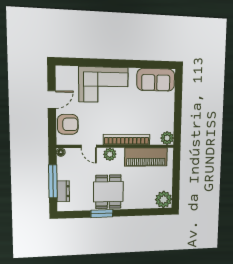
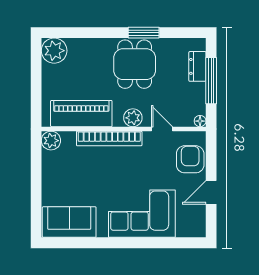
armchair: (68, 124) -> (190, 159), turned 90

